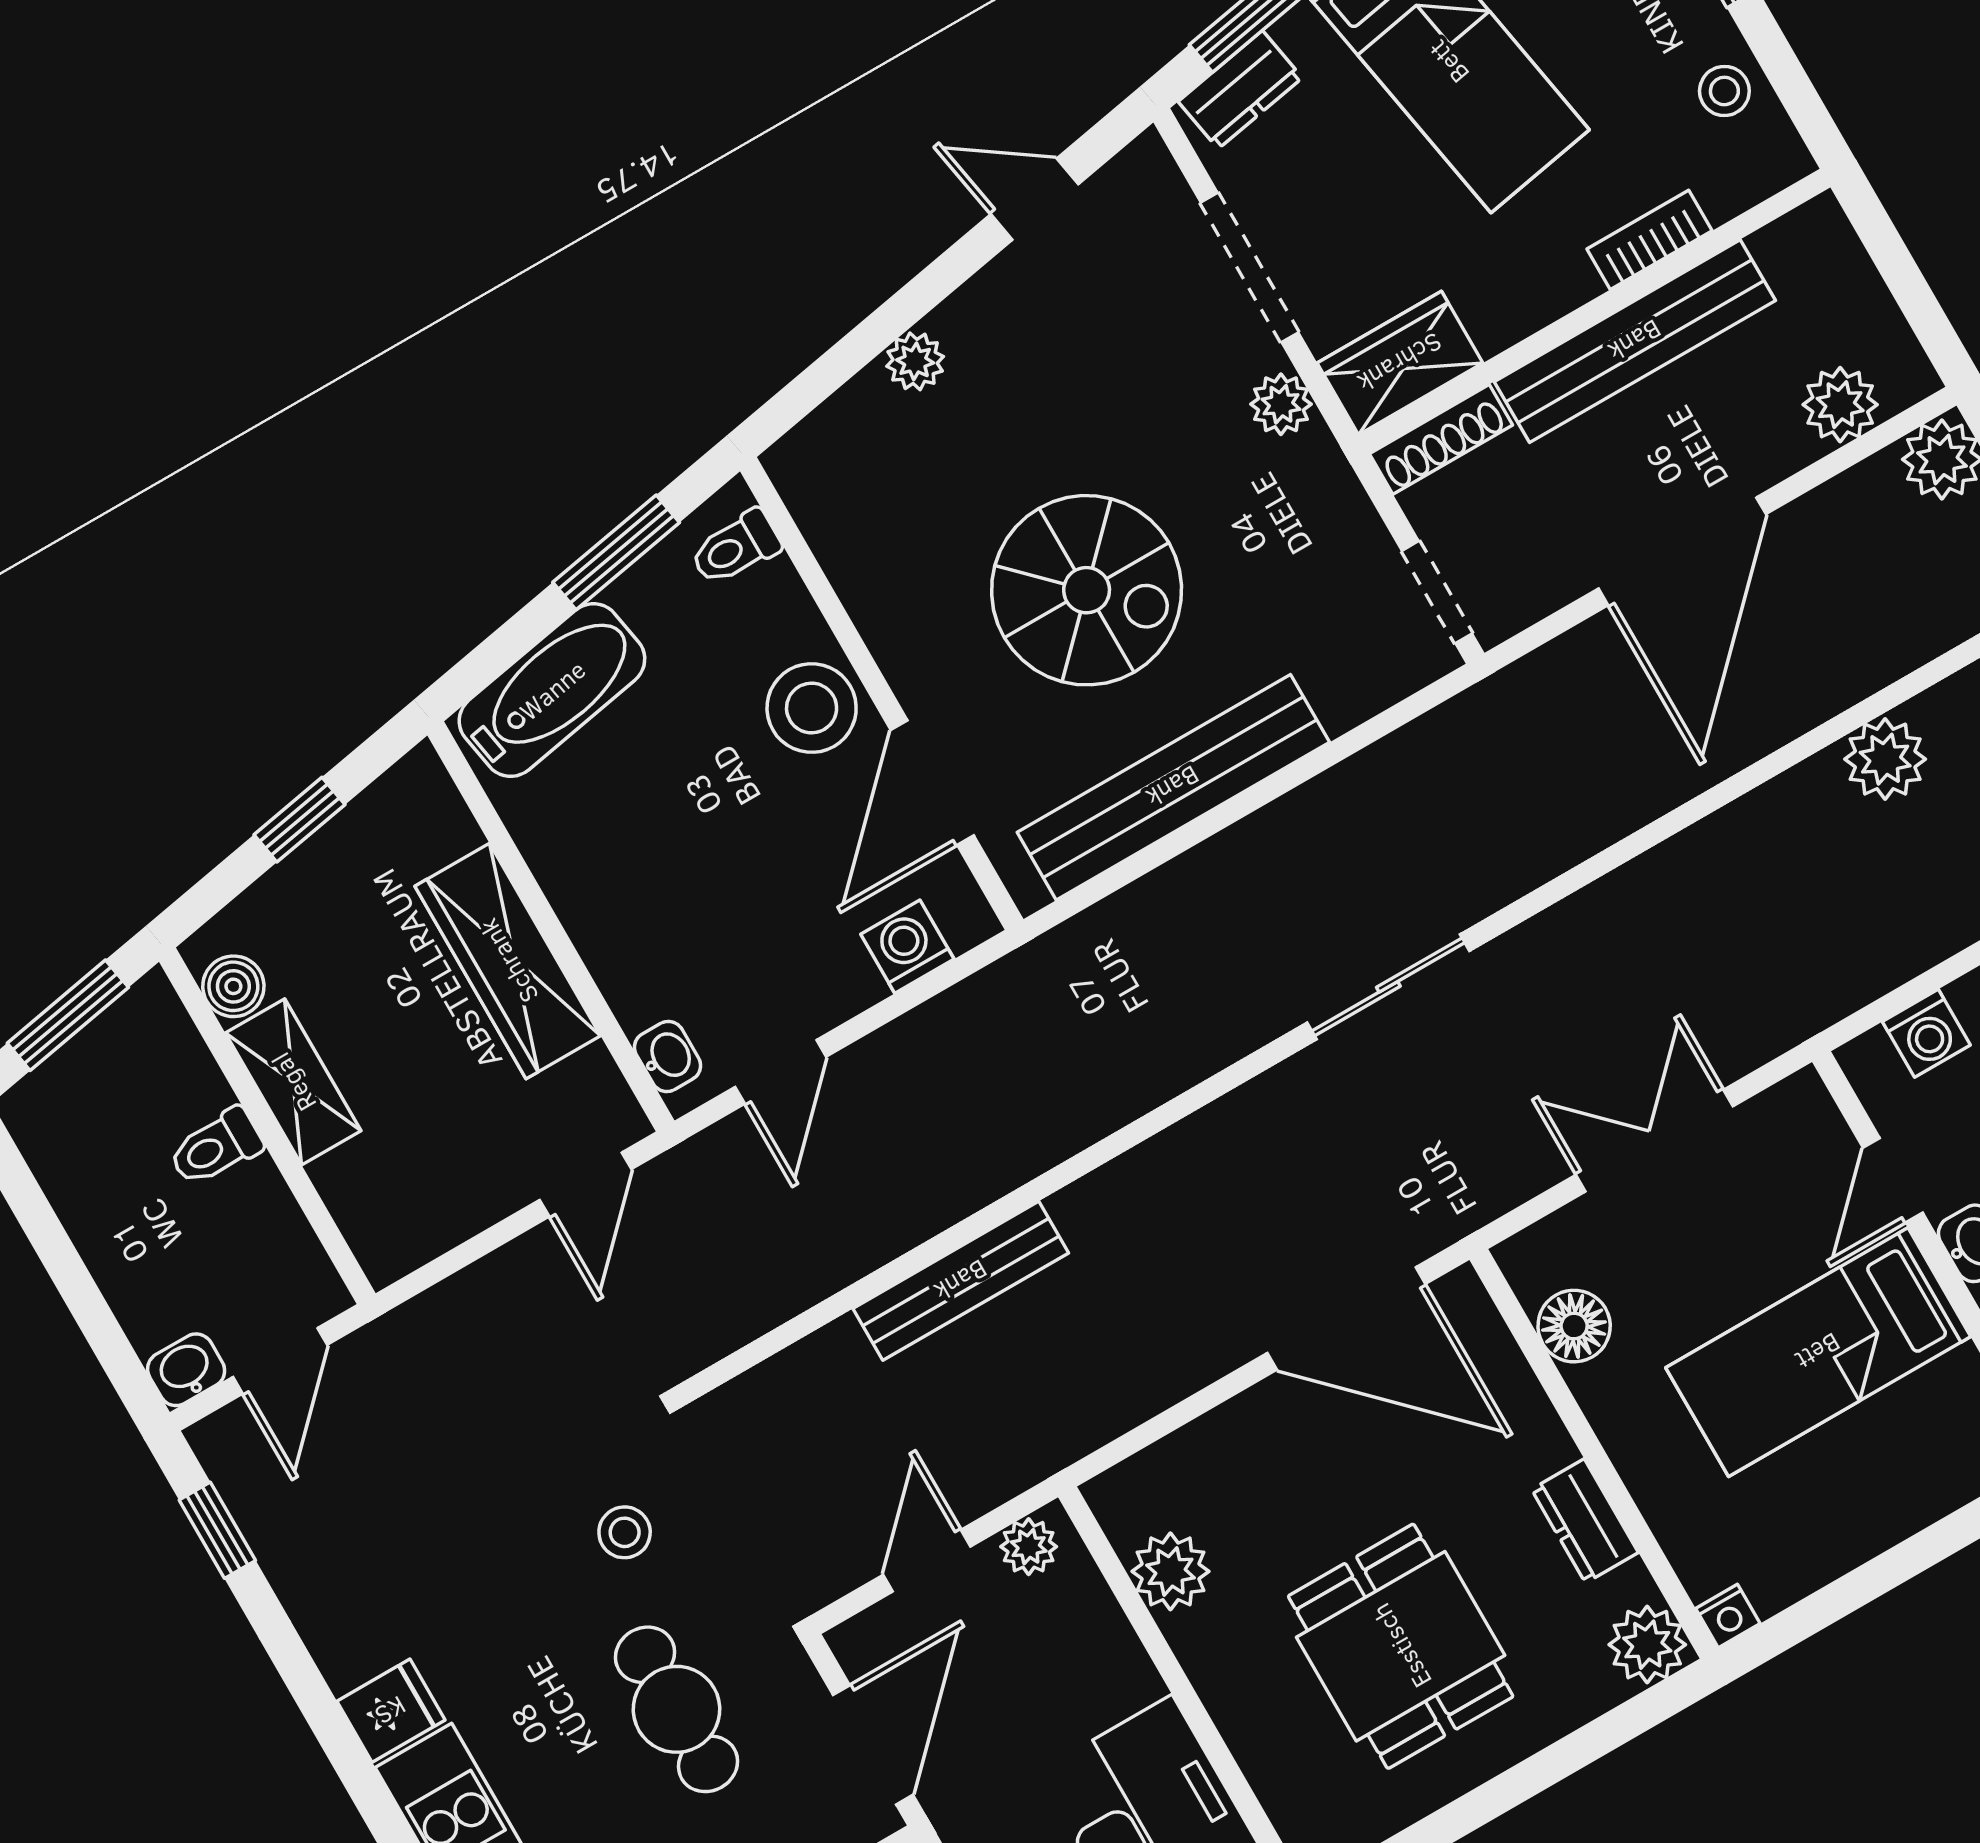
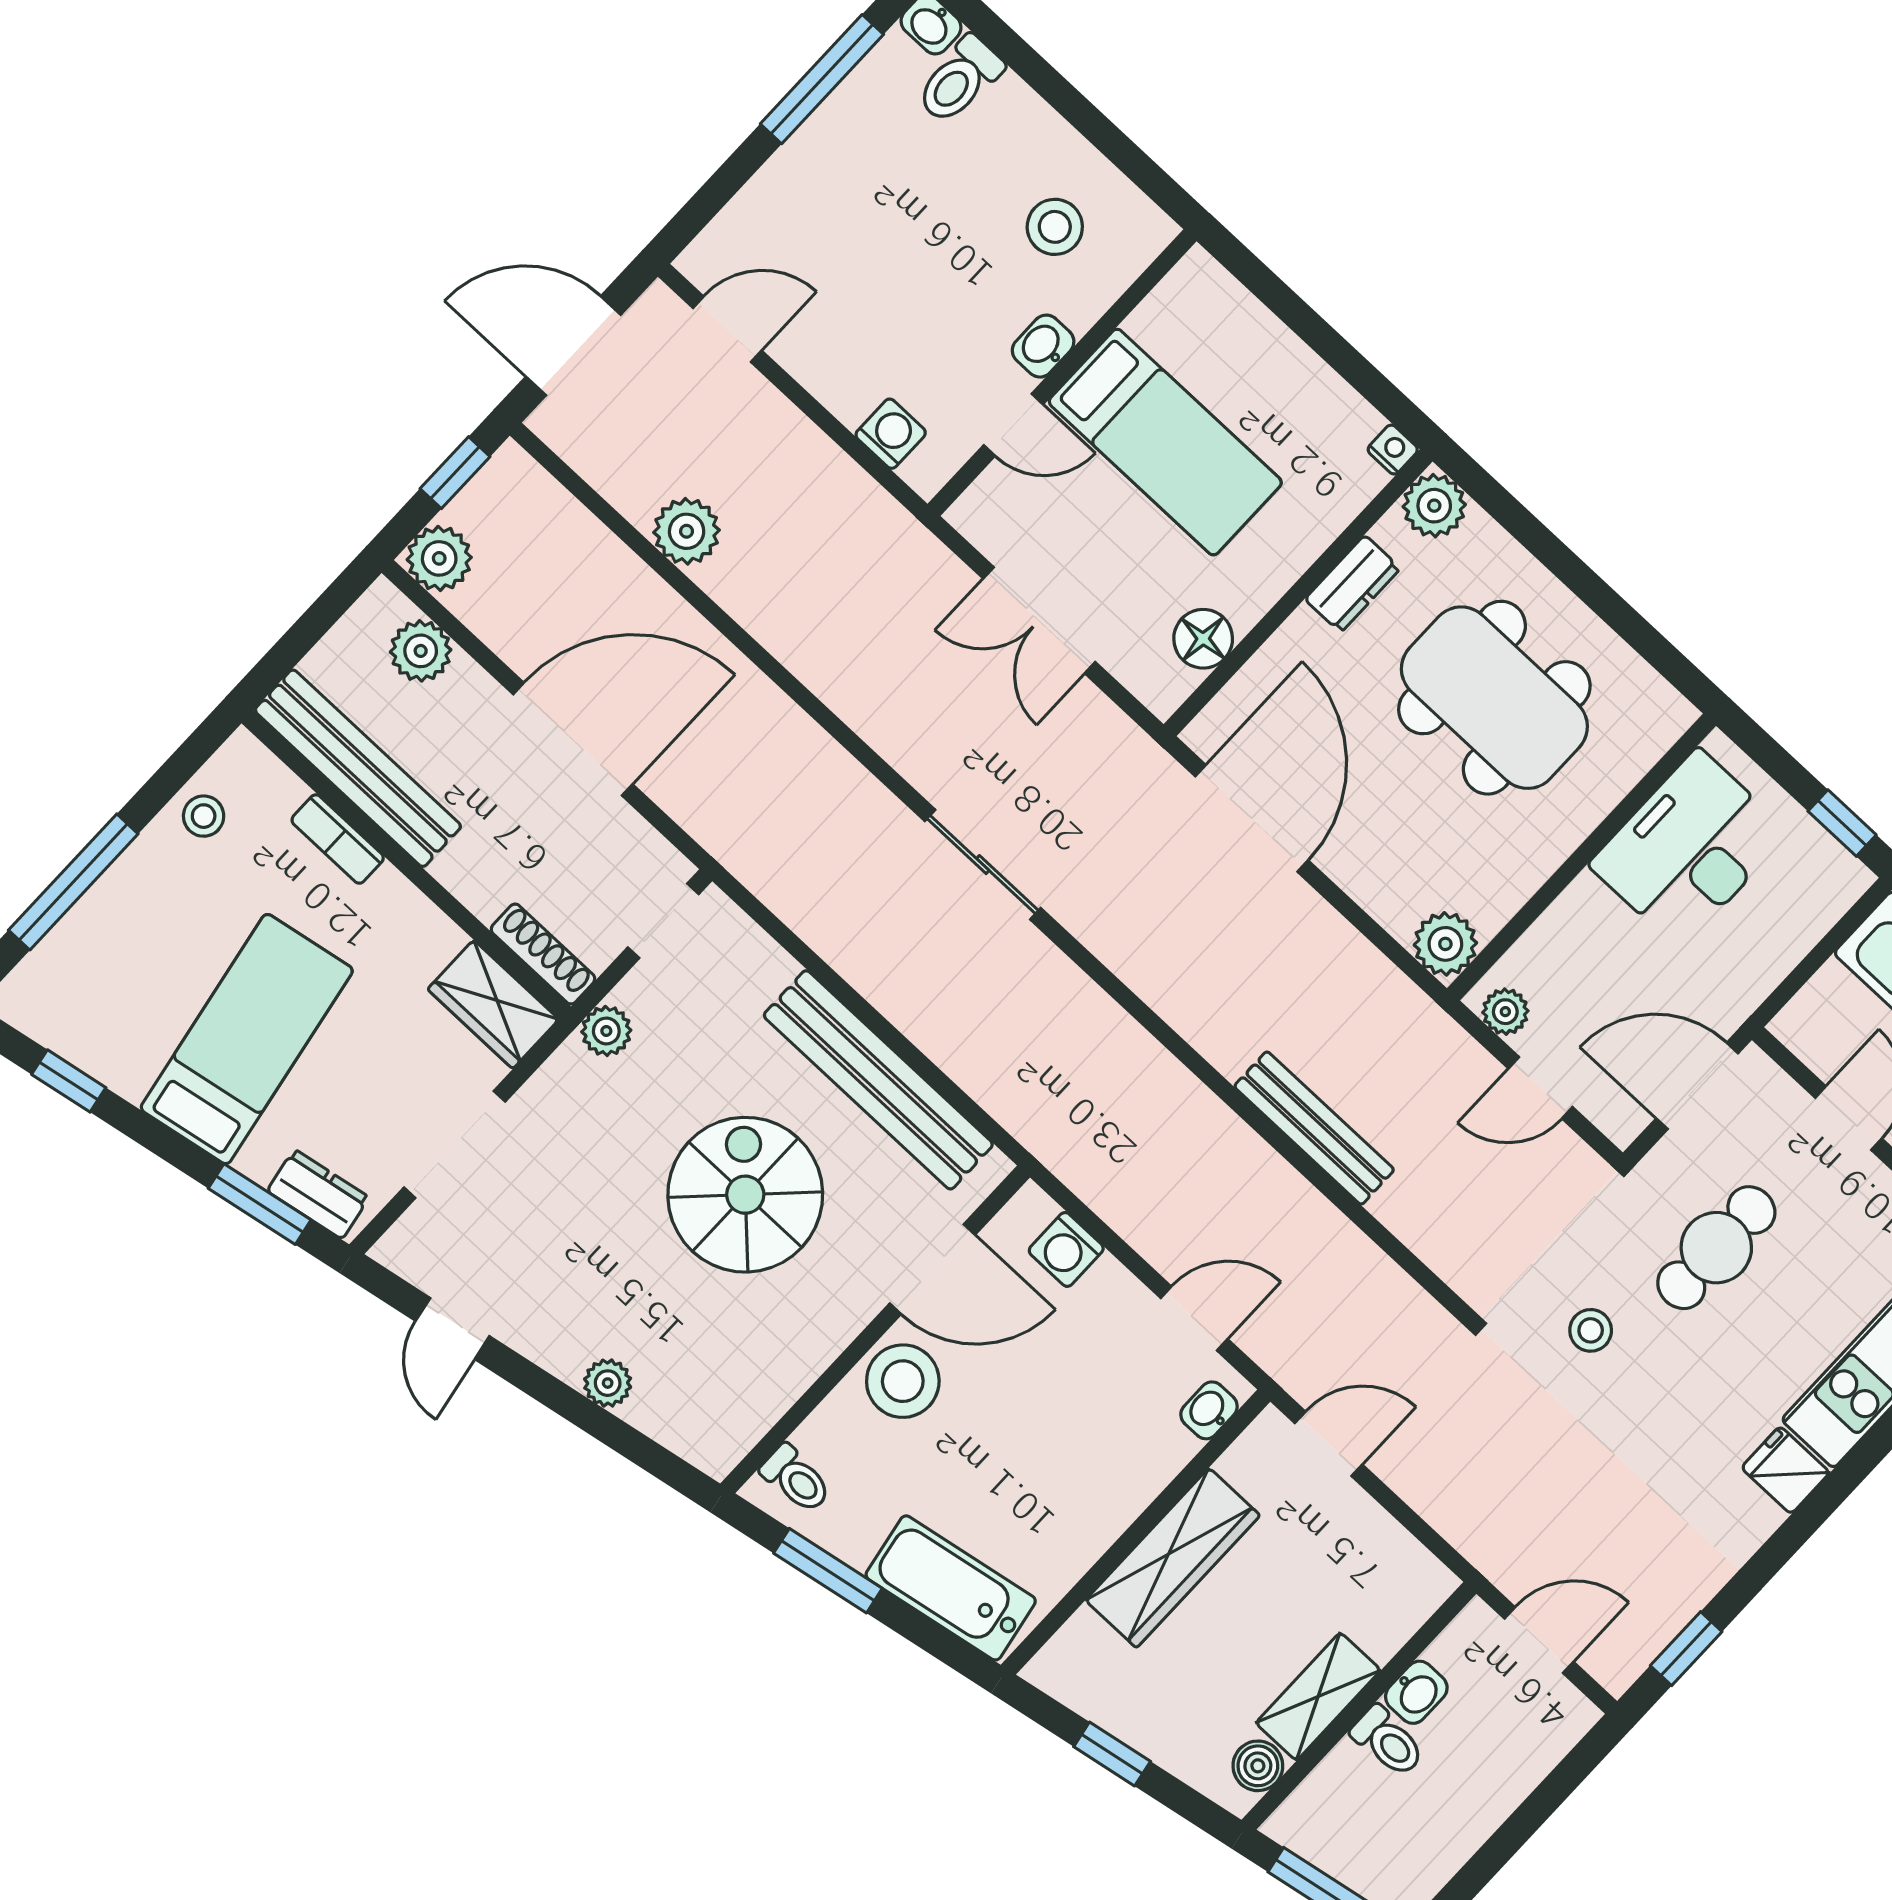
bench: (1635, 341) -> (358, 768), moved
plant: (1281, 404) -> (606, 1031), moved
washbasin: (186, 1370) -> (1416, 1692), moved, turned -90
plant: (1170, 1571) -> (1445, 944), moved
dining table: (1401, 1646) -> (1494, 698), width x1.38

